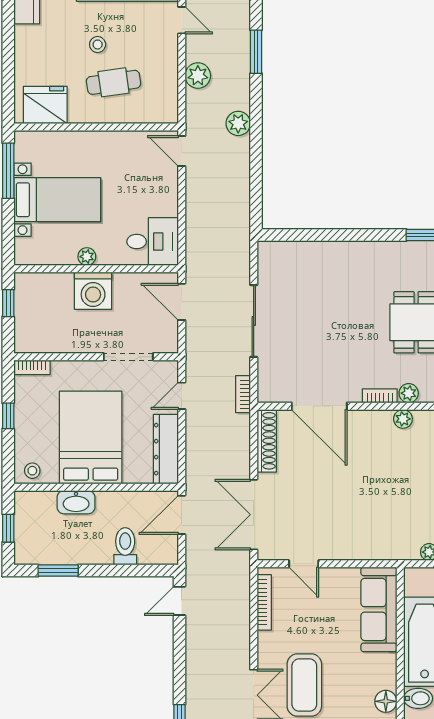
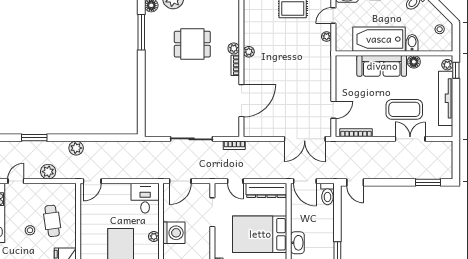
shoe rack: (267, 441) -> (262, 131), removed
toilet: (125, 546) -> (327, 194), moved, turned -90
sofa: (379, 609) -> (382, 66), moved

